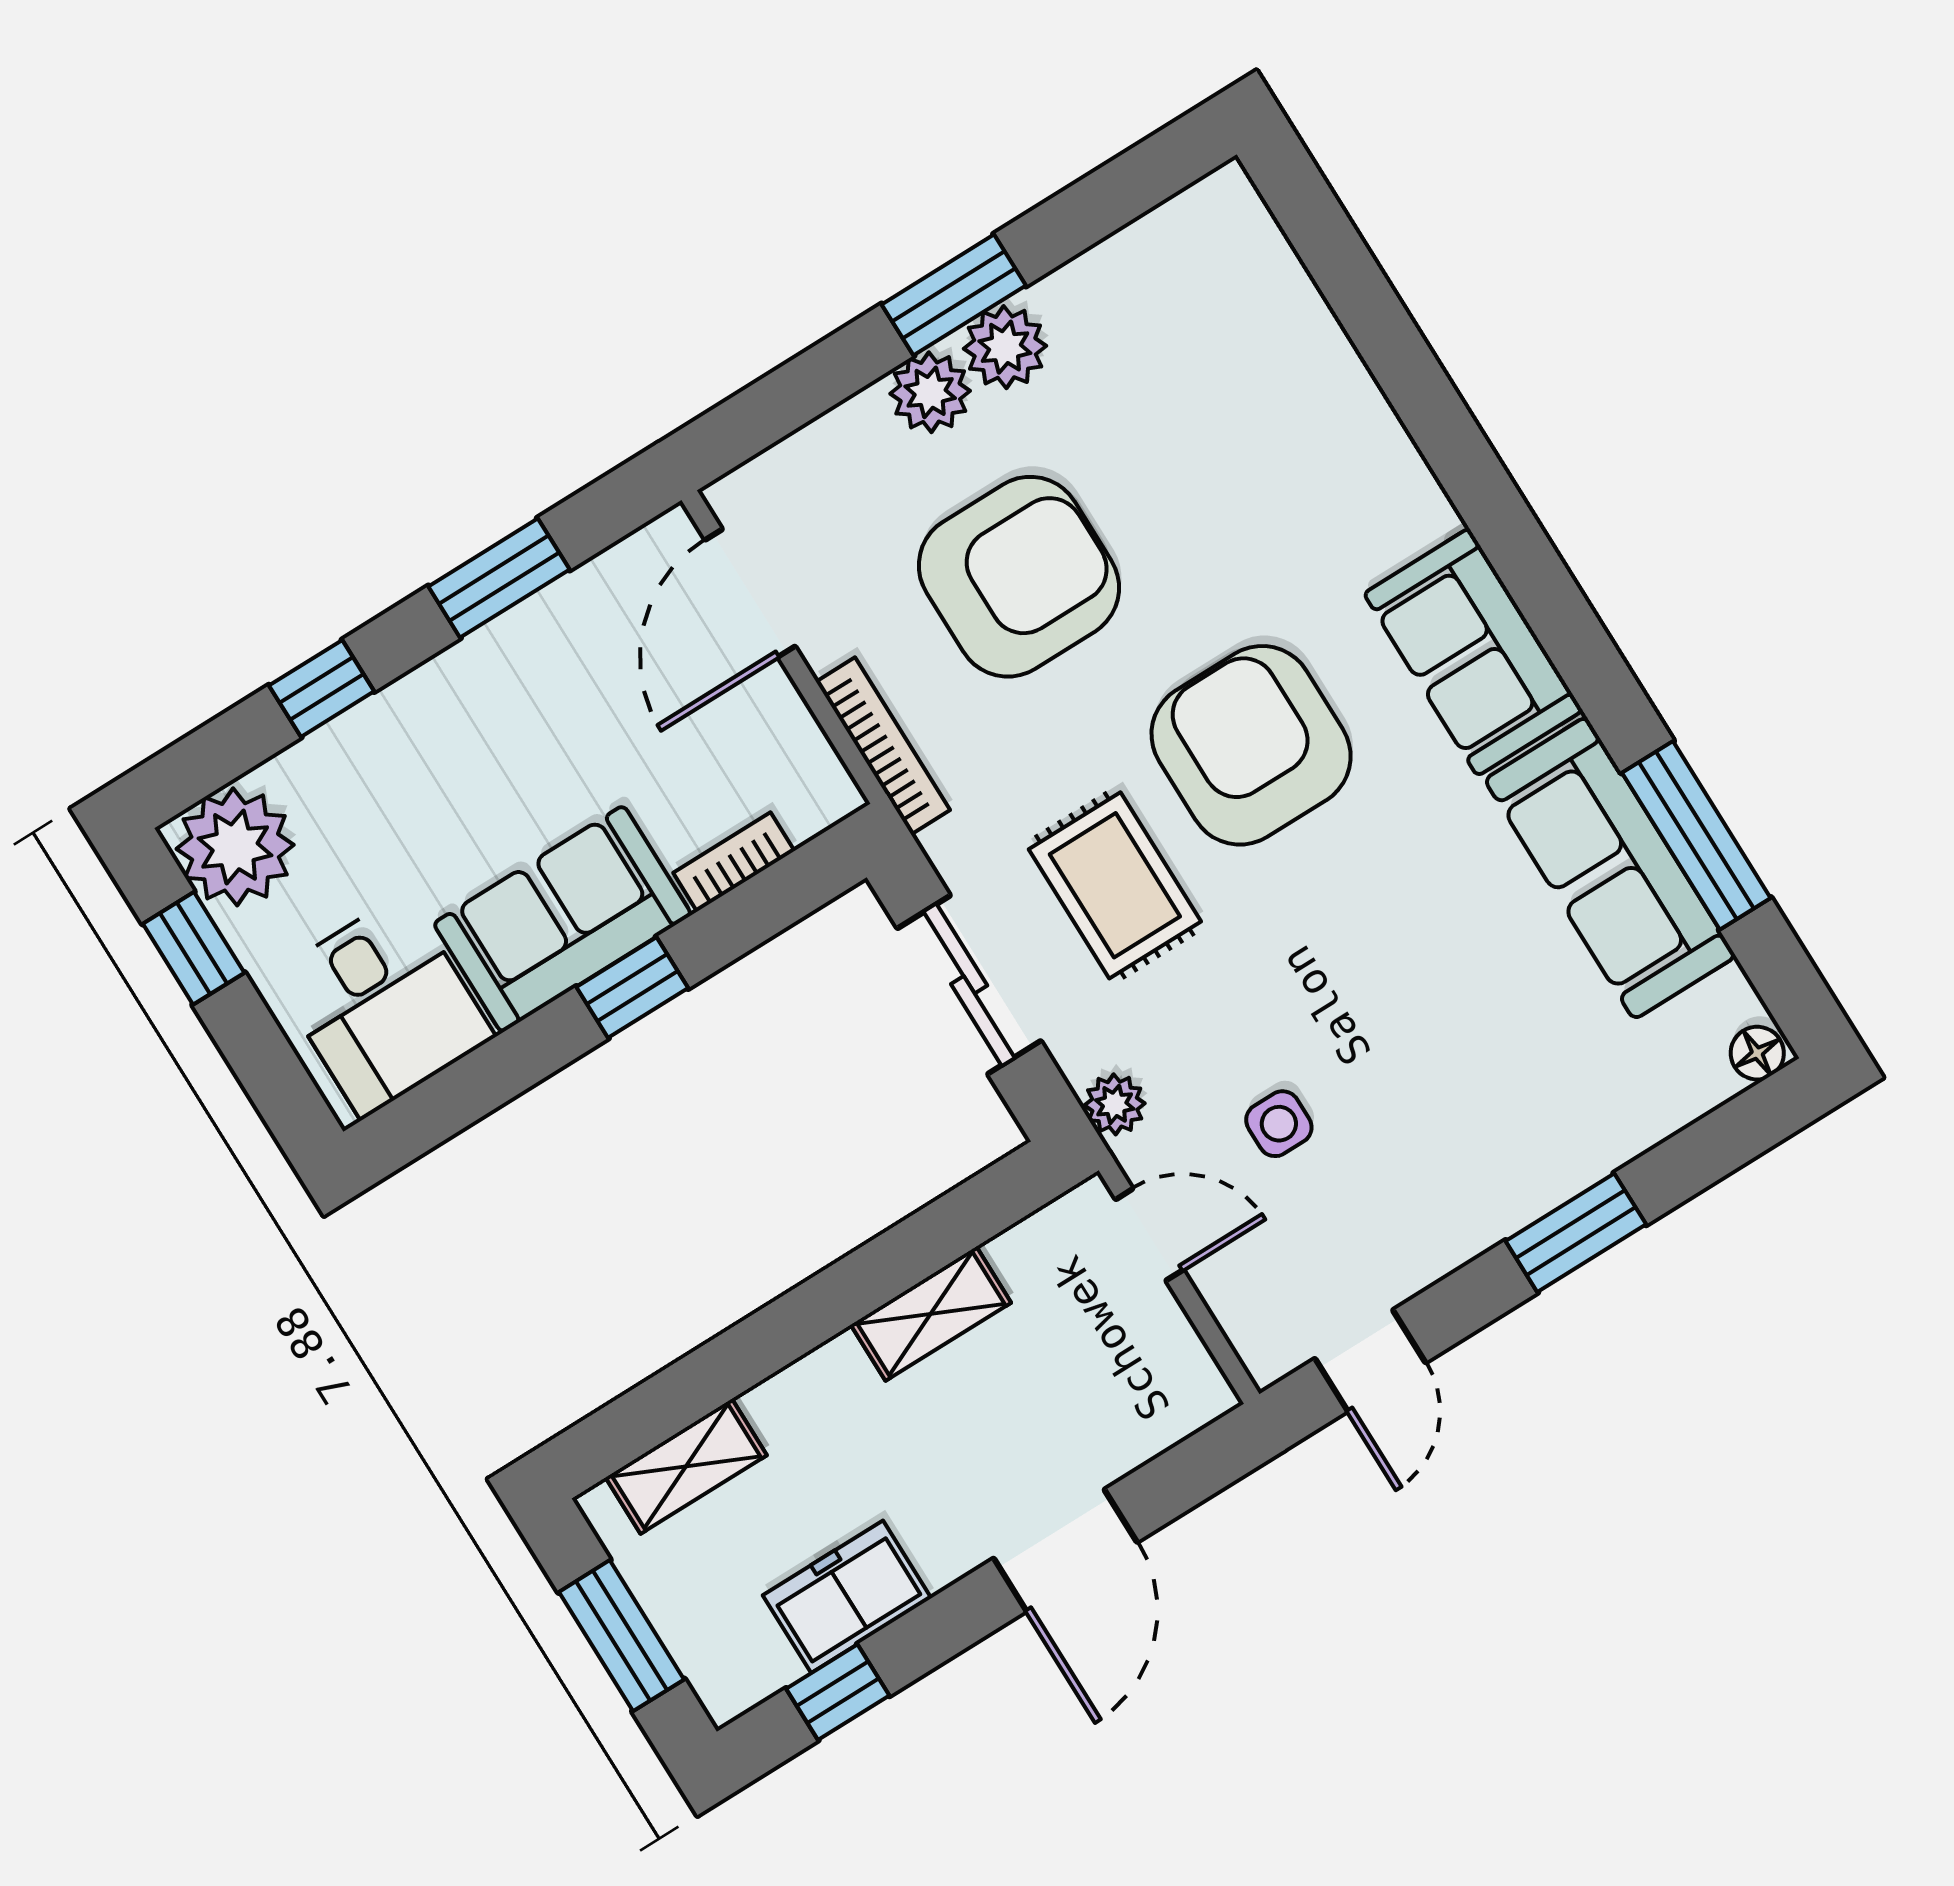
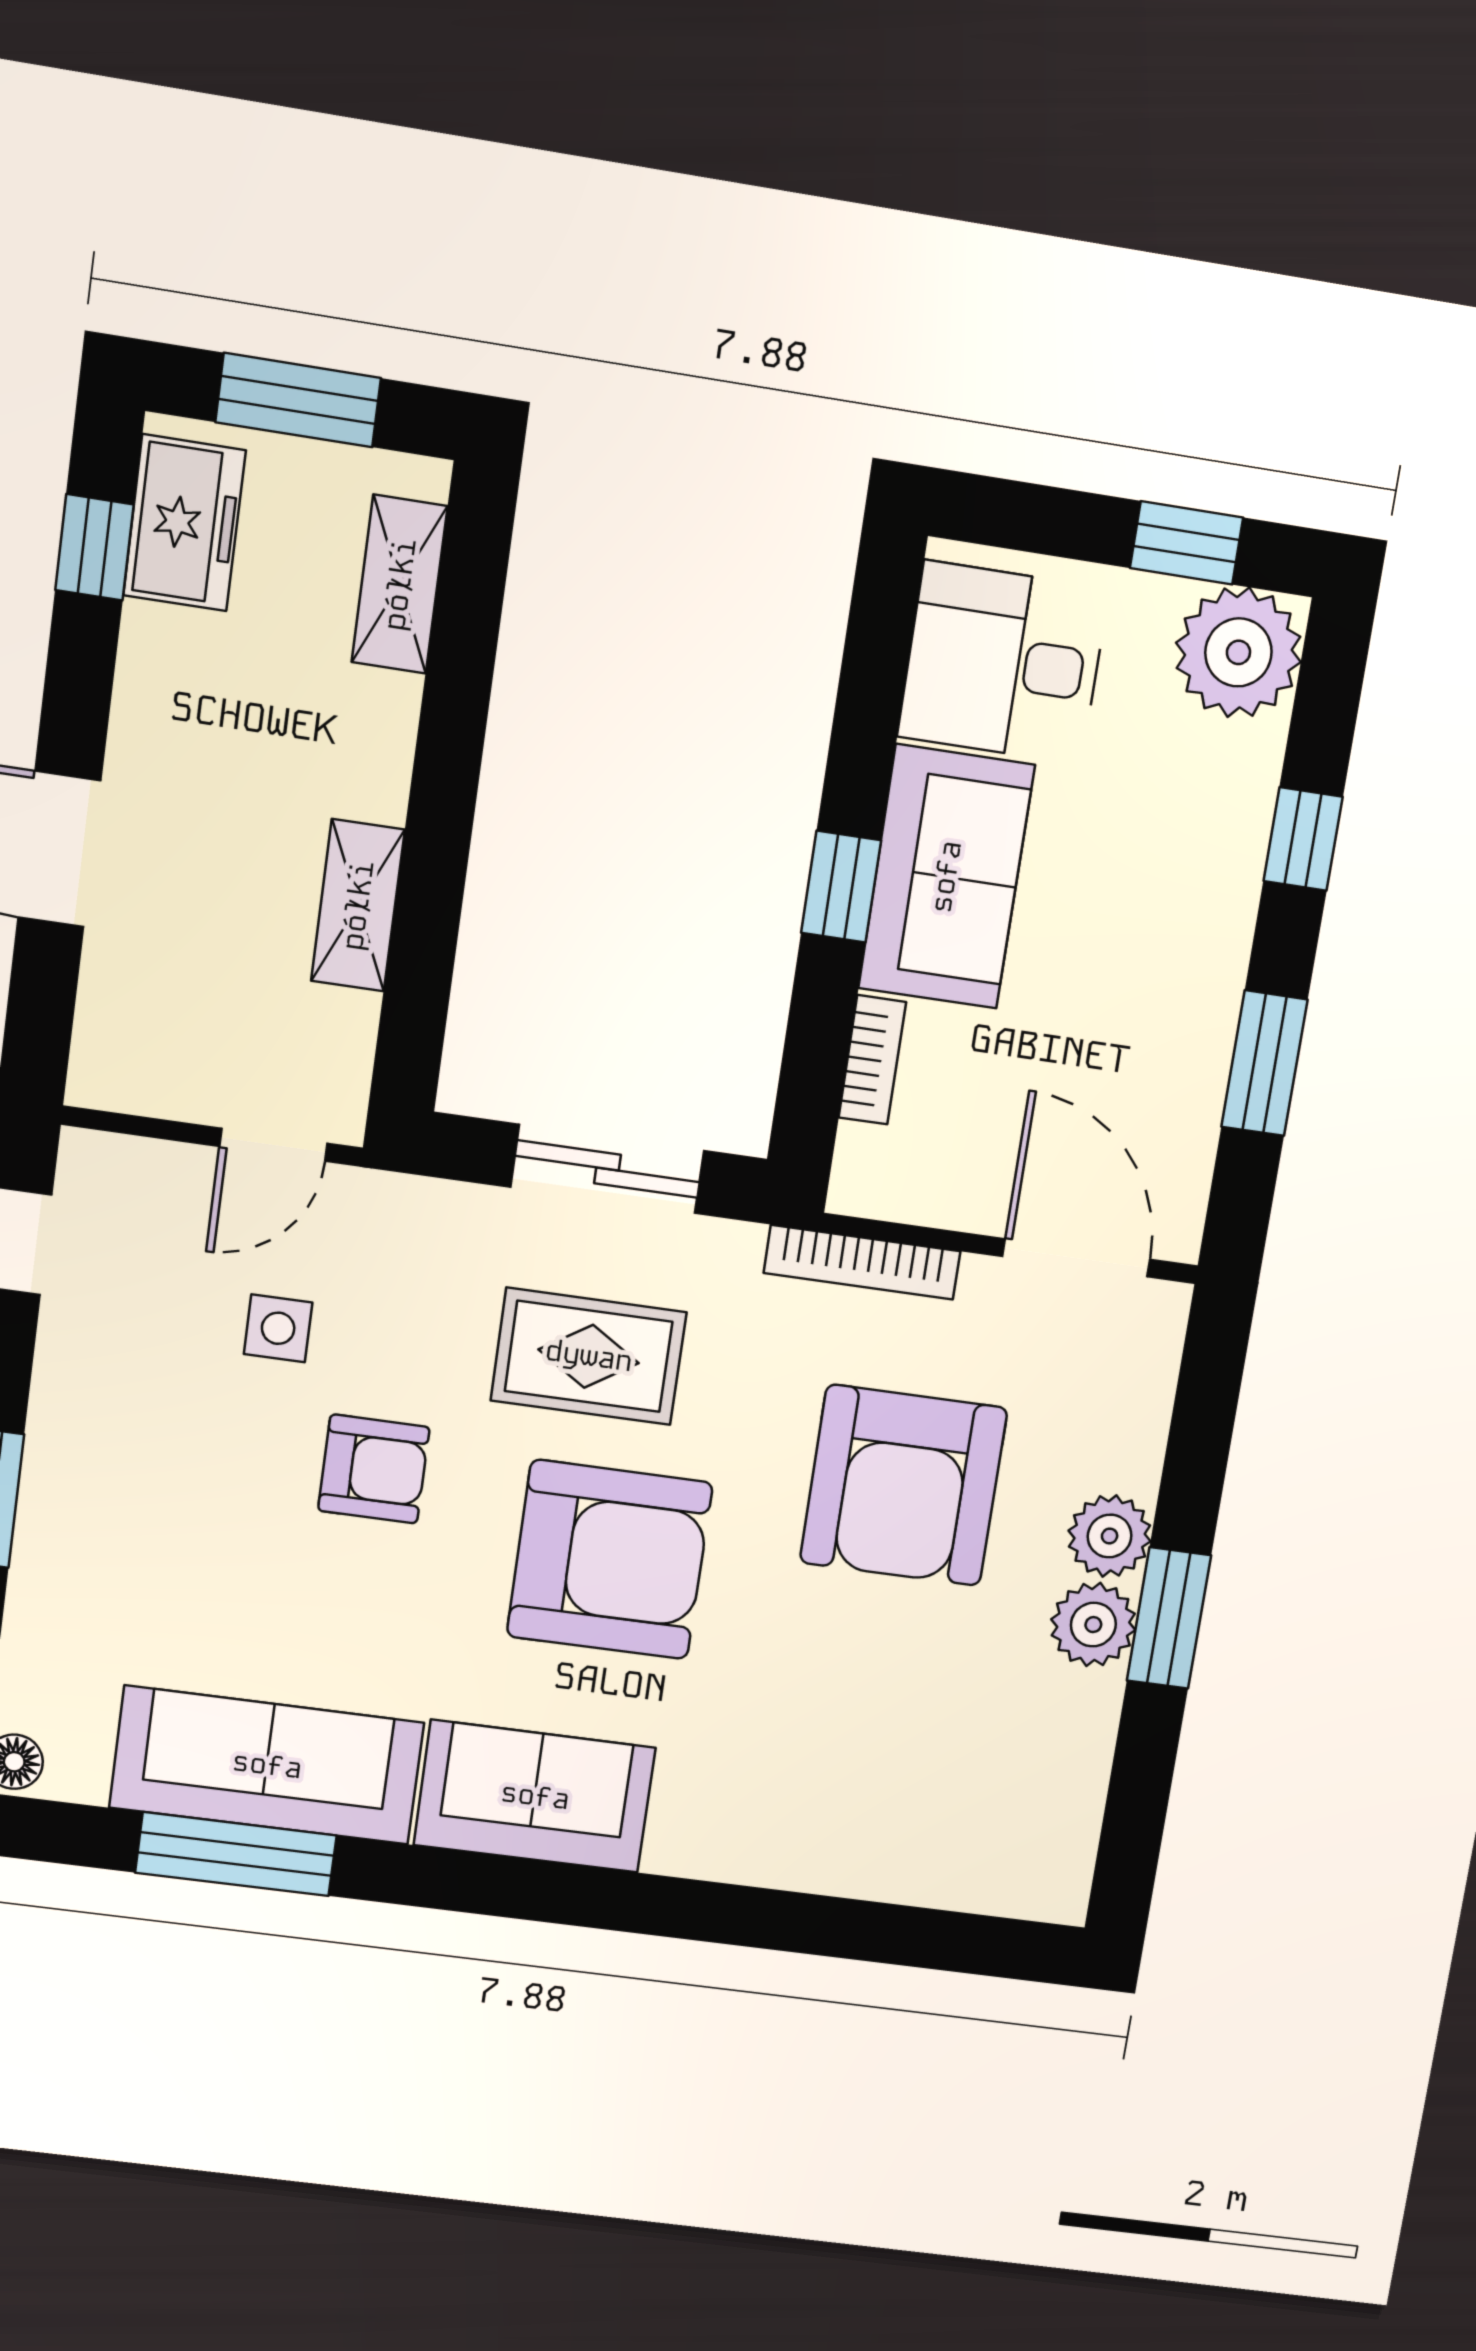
armchair: (1325, 971) -> (374, 1469), added
plant: (1115, 1104) -> (407, 1206), removed
freezer: (847, 1597) -> (184, 523), moved

